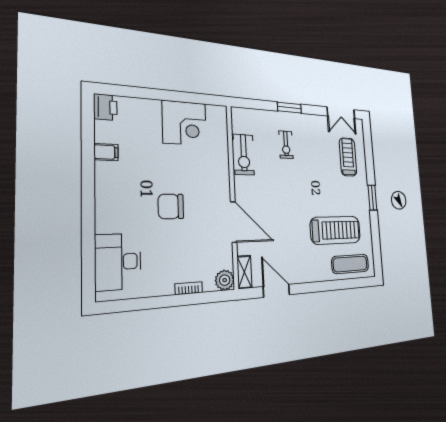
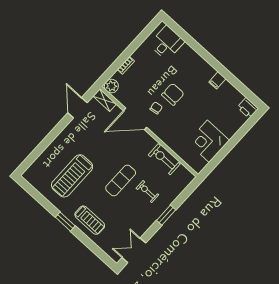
filing cabinet: (106, 152) -> (217, 80), moved
treadmill: (348, 157) -> (90, 220), moved
chair: (202, 211) -> (156, 108), added
desk: (118, 262) -> (167, 43), width x0.73
exercise mat: (350, 264) -> (121, 180), moved
door: (276, 291) -> (78, 108), swing flipped

